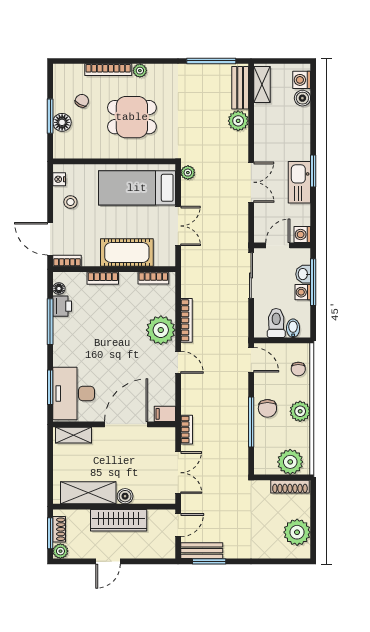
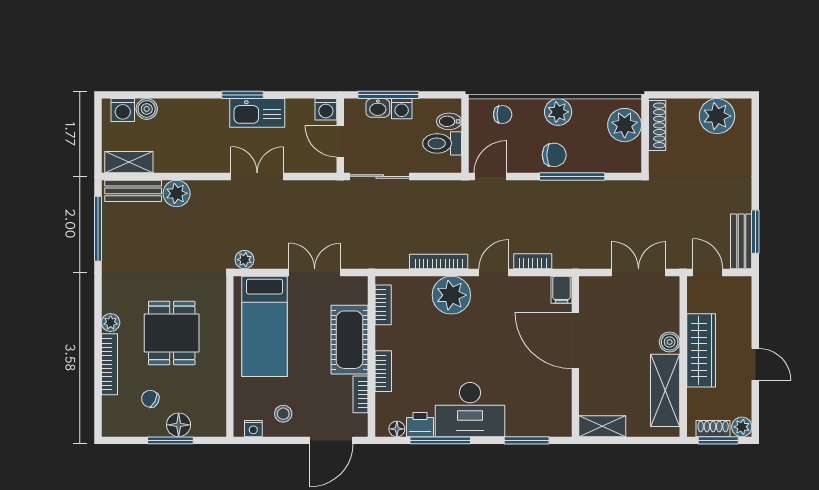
bookcase: (67, 261) -> (360, 394), moved
desk: (74, 394) -> (470, 410), moved
bookcase: (187, 430) -> (533, 261), moved
shelving: (74, 435) -> (602, 426), moved, turned 90

